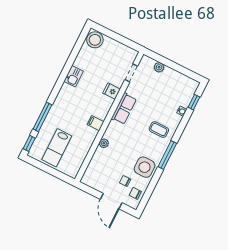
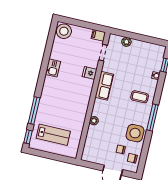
filing cabinet: (96, 123) -> (98, 35), moved
lab bench: (57, 148) -> (53, 135), turned -90

